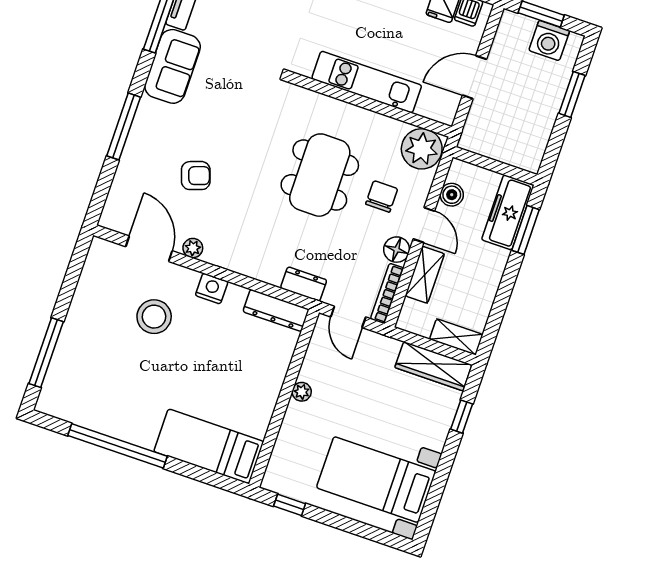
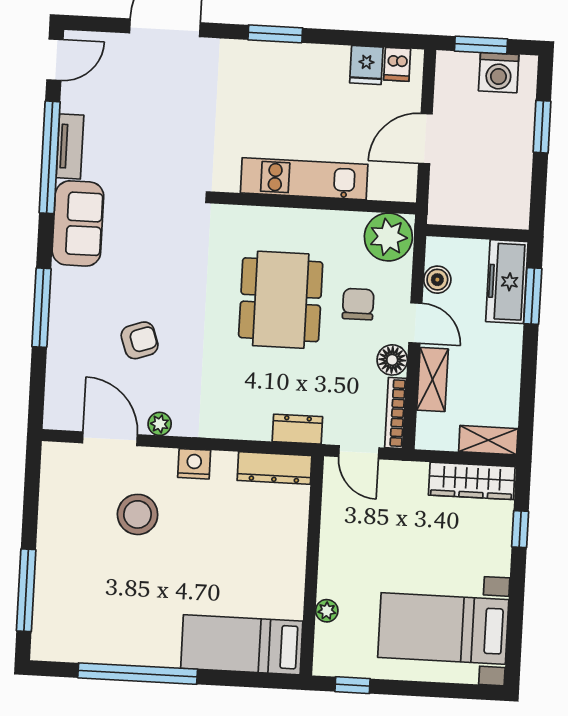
plant: (302, 392) -> (327, 611), moved

